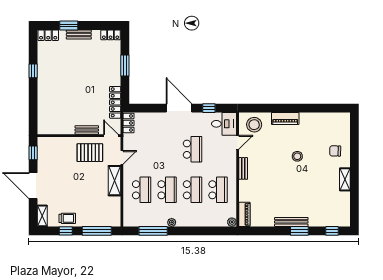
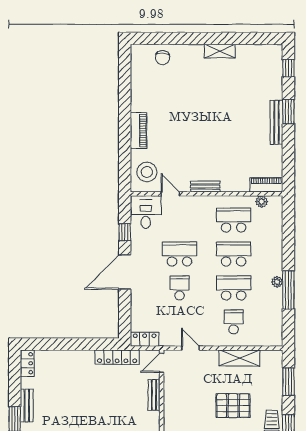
window: (125, 65) -> (68, 344), removed
school desk: (167, 149) -> (180, 288), added
chair: (335, 151) -> (163, 58), moved
pallet: (90, 153) -> (233, 406), moved, turned 90
stool: (297, 156) -> (189, 114), removed
shelving: (115, 181) -> (239, 358), moved
school desk: (142, 190) -> (234, 322), width x0.54
plant: (232, 222) -> (262, 202), moved
window: (97, 231) -> (288, 382), width x0.69
window: (153, 231) -> (288, 290), moved

